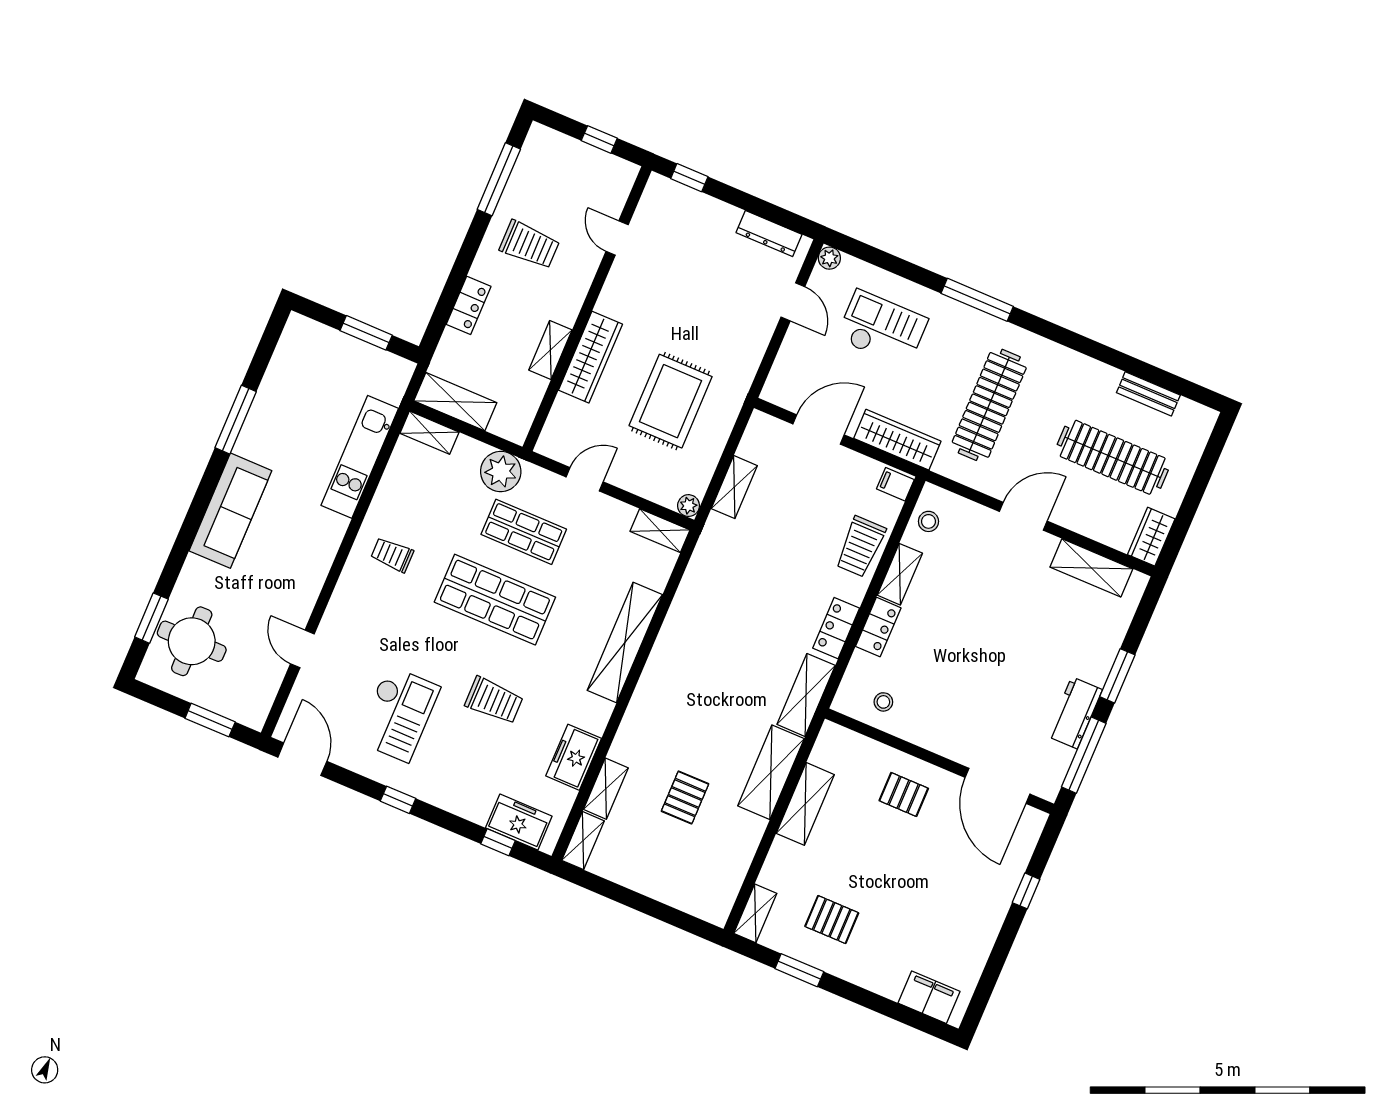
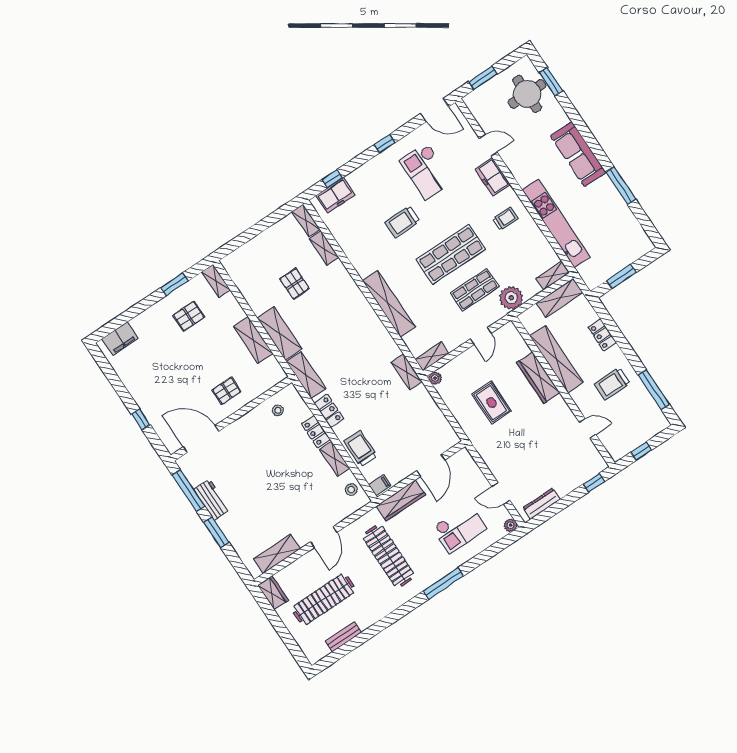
shelving: (550, 350) -> (556, 359), width x2.20, depth x1.33
rug: (671, 401) -> (492, 403), width x0.73, depth x0.70
kitchen unit: (360, 457) -> (556, 223), width x1.36
shelving: (734, 487) -> (407, 372), moved
freezer: (574, 757) -> (493, 177), moved, turned 180

